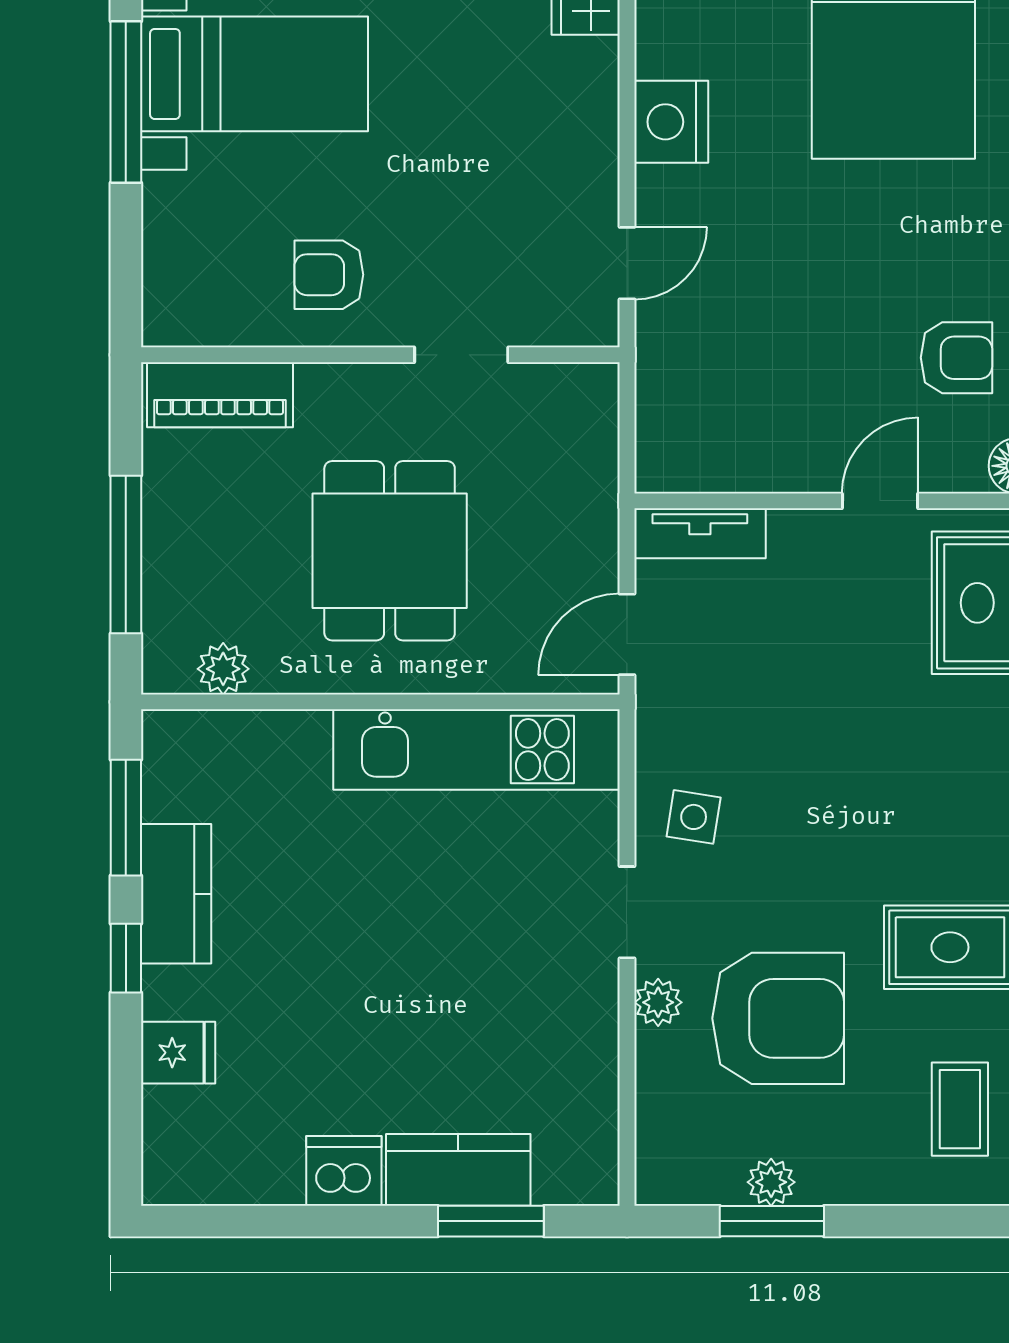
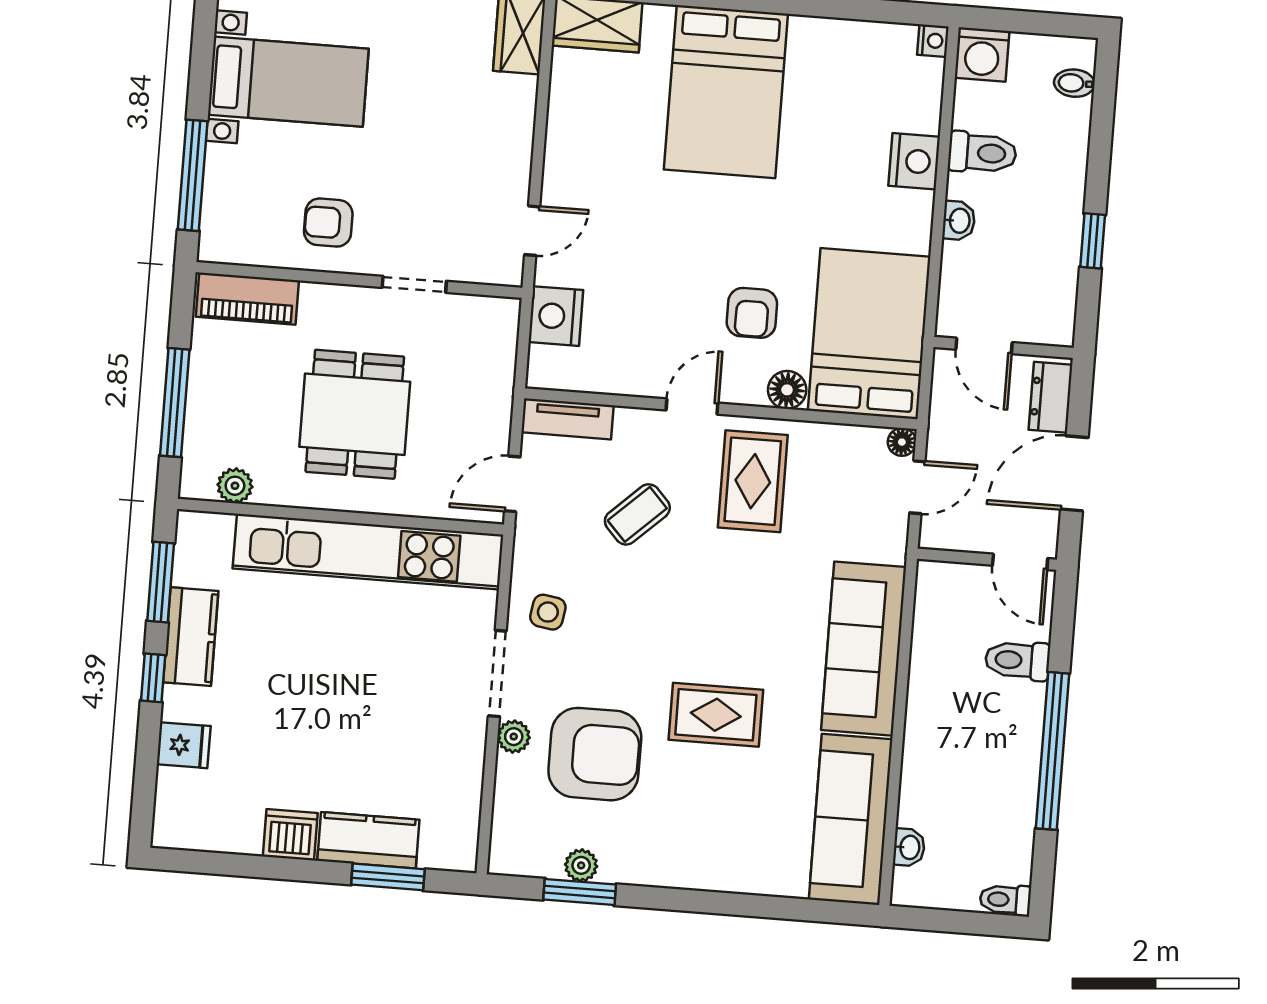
window: (126, 102) -> (193, 175), moved
nightstand: (671, 122) -> (556, 316), moved
armchair: (957, 358) -> (752, 313), turned 90
kitchen unit: (477, 749) -> (368, 552), width x1.36
doorway: (627, 912) -> (497, 674), width x1.38
coffee table: (960, 1109) -> (637, 514), moved, turned 47

